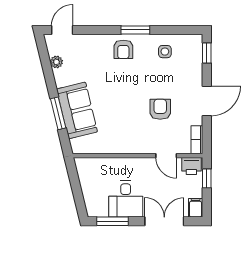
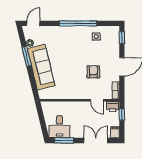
window: (135, 30) -> (78, 23), width x2.11
armchair: (123, 49) -> (71, 35), removed
sofa: (77, 110) -> (41, 67), width x1.36
window: (58, 113) -> (27, 56), moved
desk: (126, 199) -> (59, 127), moved

